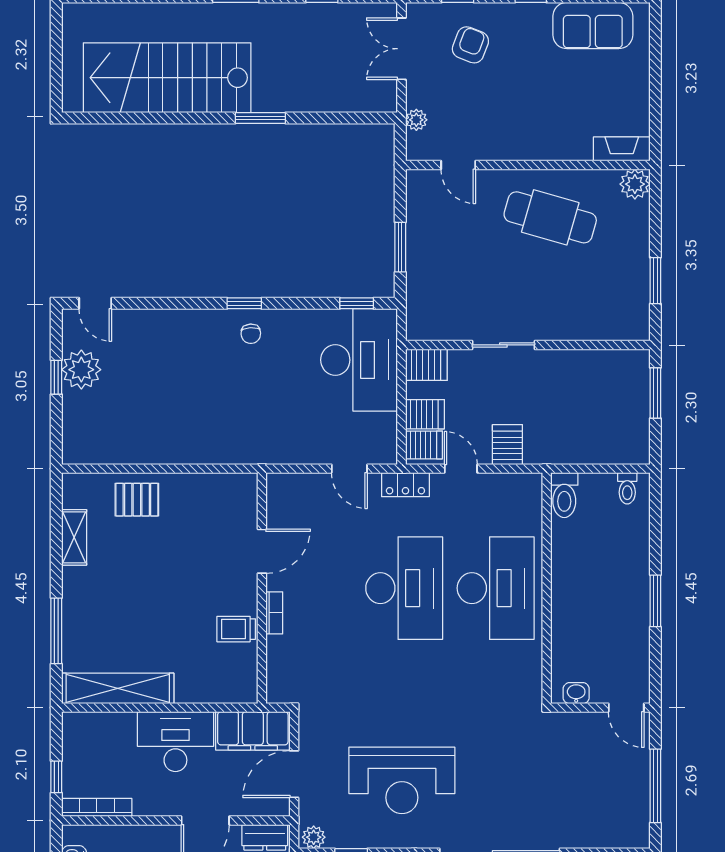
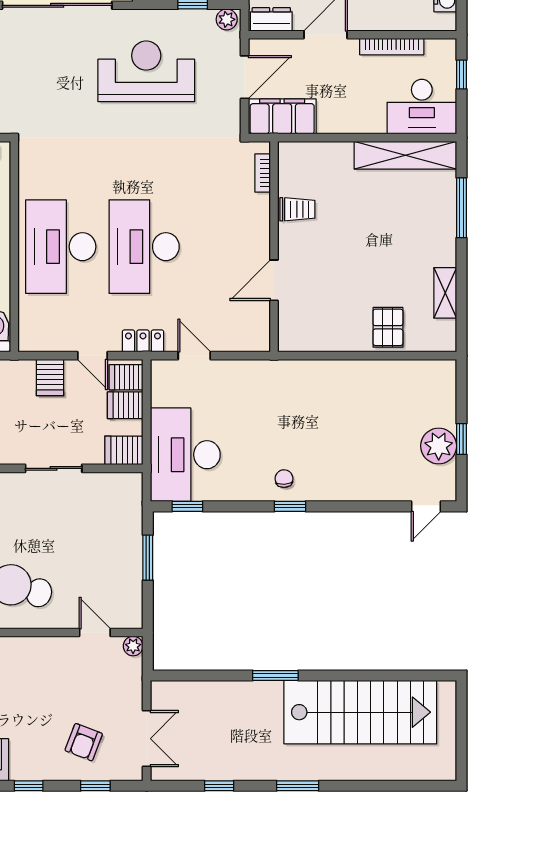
plant: (416, 120) -> (133, 646), moved
door: (95, 303) -> (426, 506), swing flipped
pallet: (137, 500) -> (388, 327), turned 90
bookcase: (274, 613) -> (263, 173), moved
desk: (175, 742) -> (422, 107), moved
bookcase: (97, 807) -> (392, 47), moved

